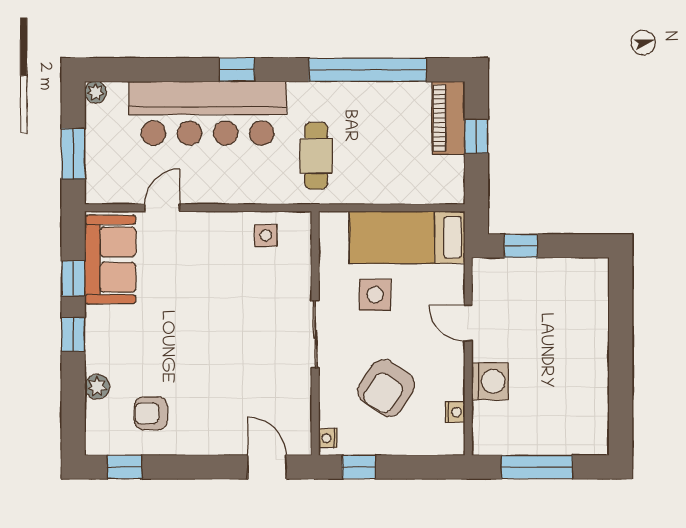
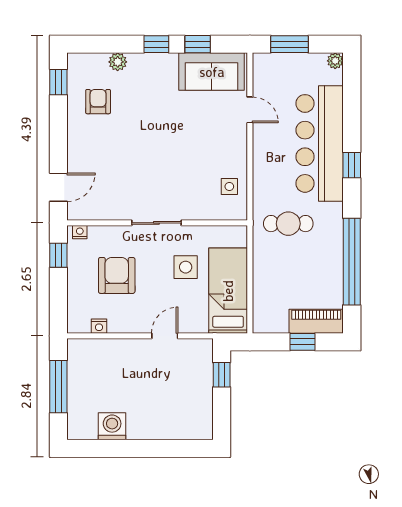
washing machine: (490, 381) -> (112, 426), moved, turned 180
armchair: (386, 388) -> (117, 275), turned 56

